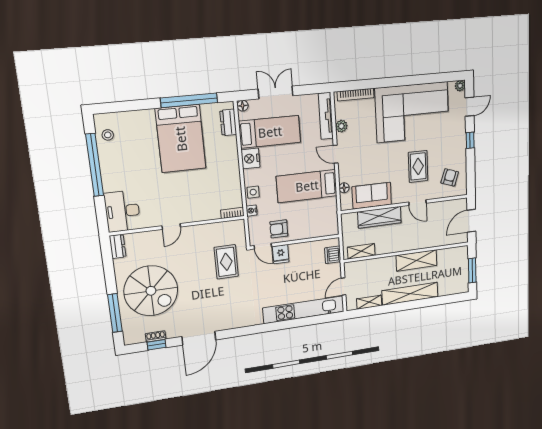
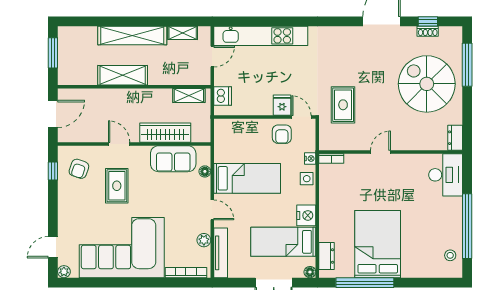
window: (470, 140) -> (53, 171), moved
door: (171, 226) -> (381, 152), moved
armchair: (279, 229) -> (282, 134), turned 90

